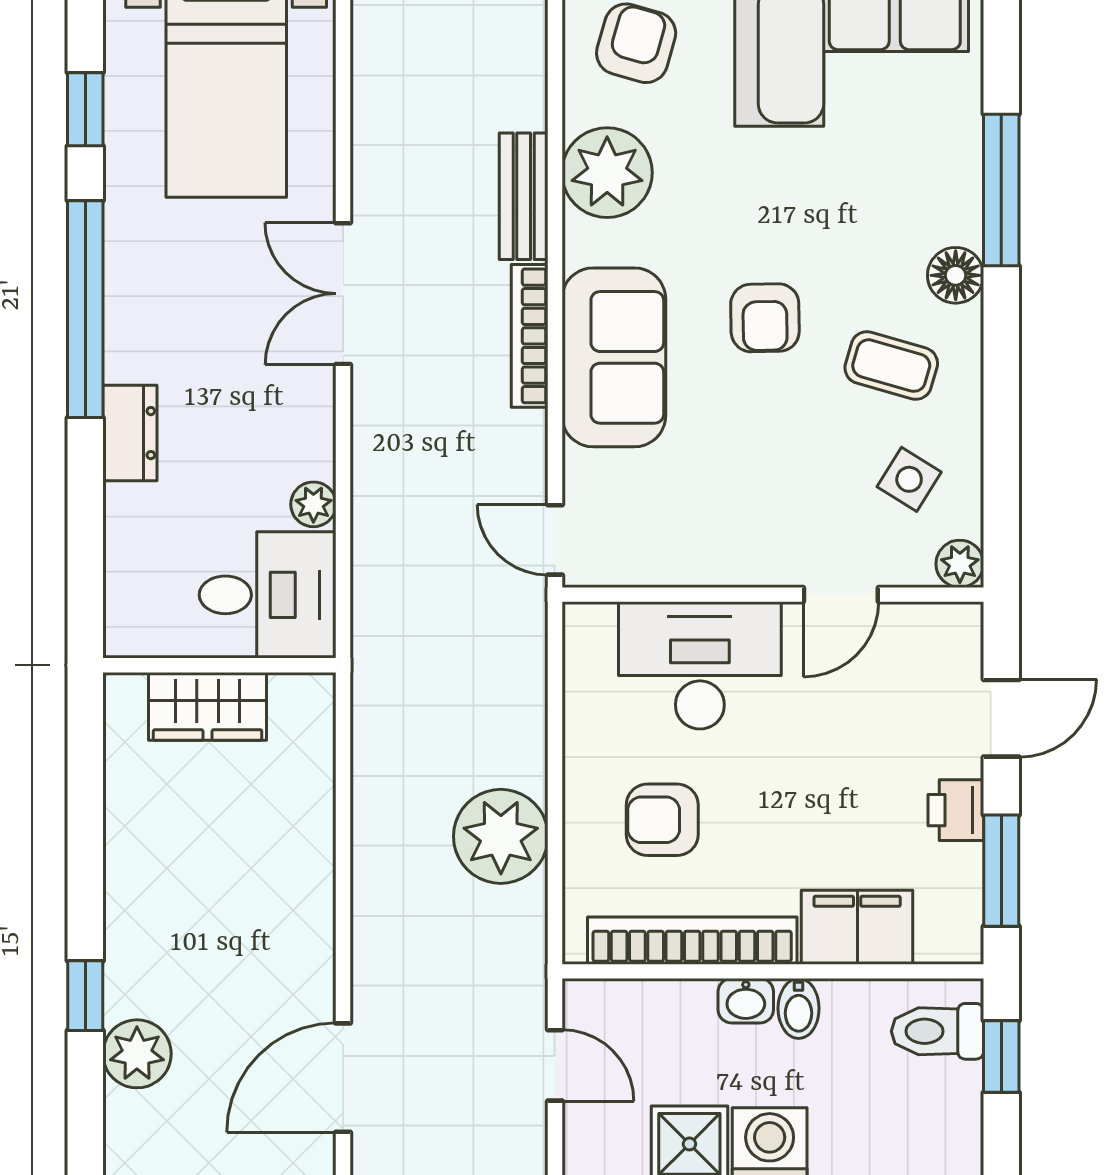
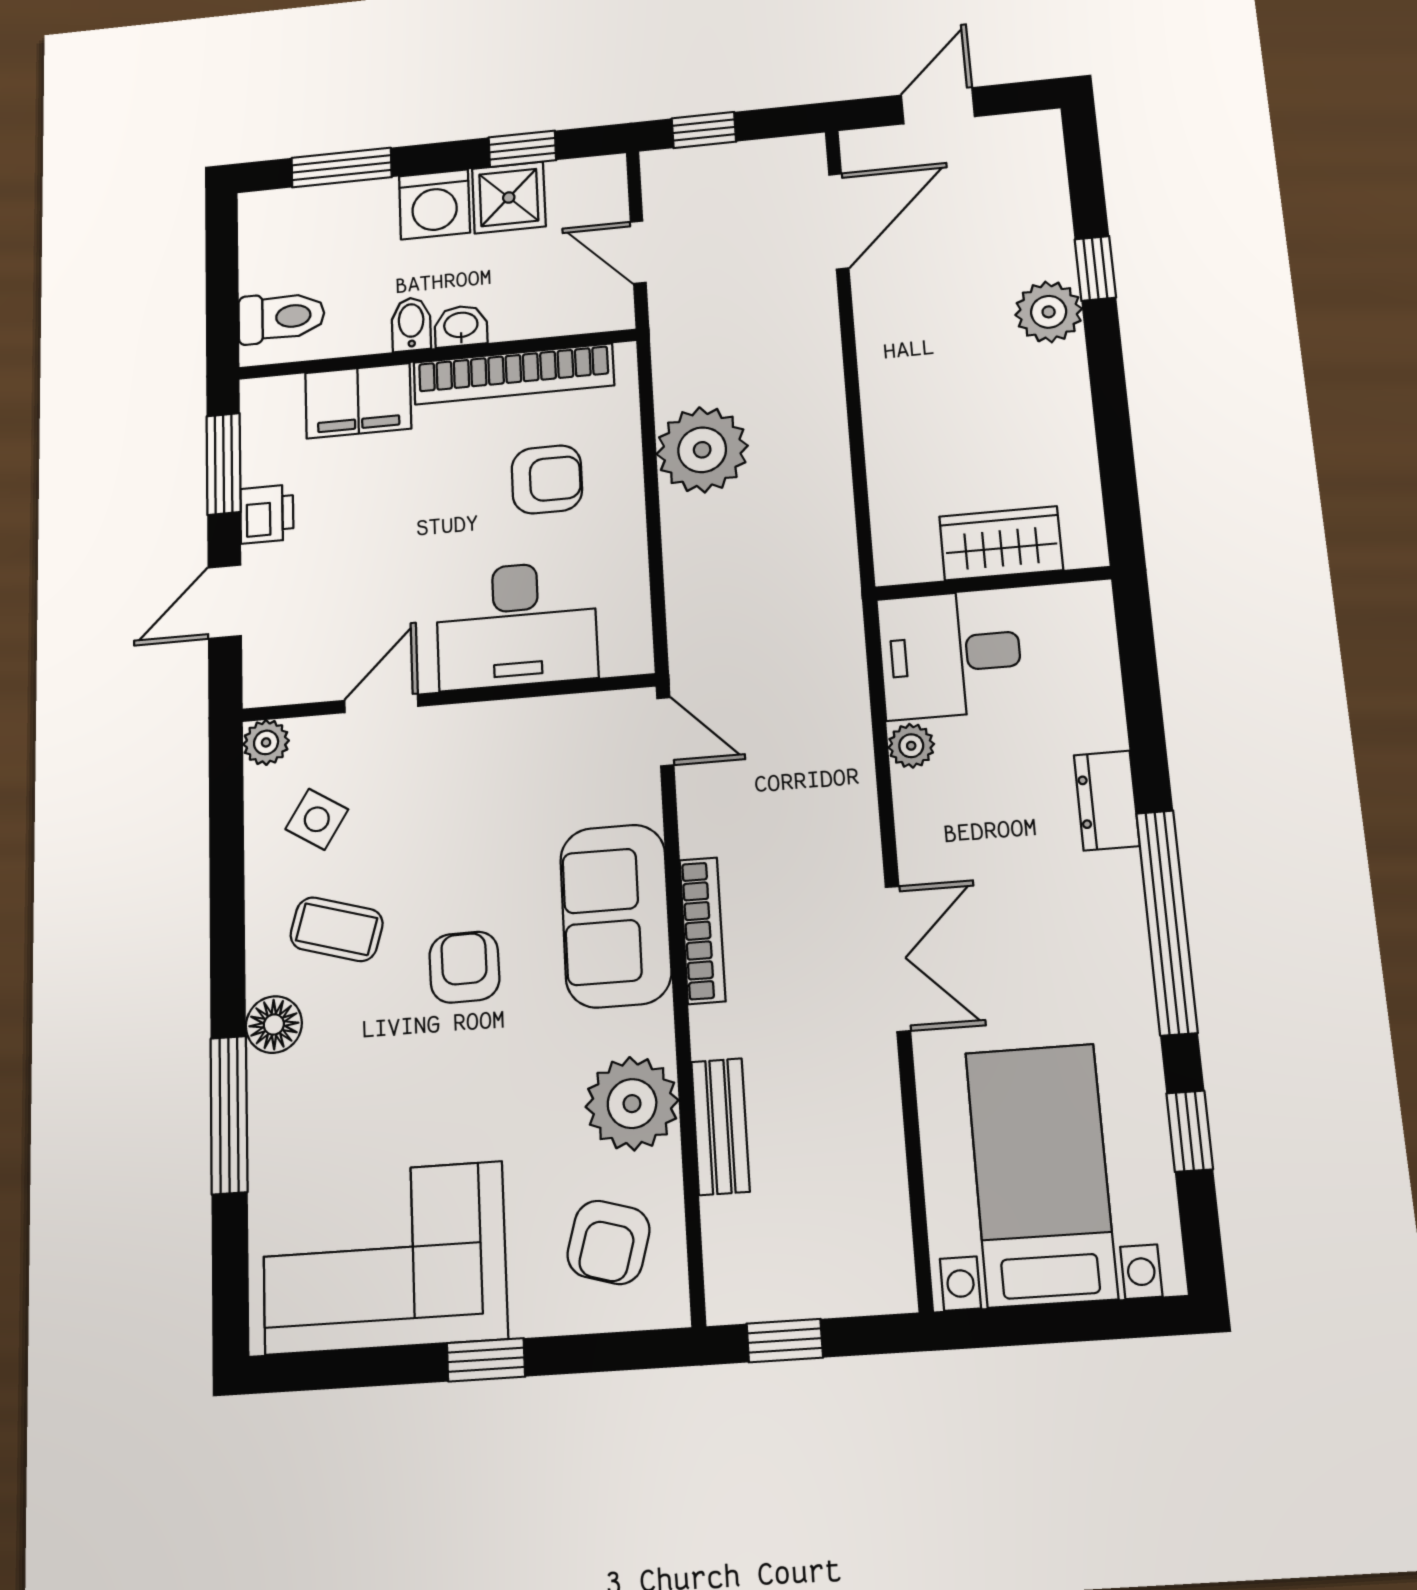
bench: (524, 196) -> (720, 1126), moved
plant: (137, 1054) -> (1049, 312), moved
window: (1001, 1057) -> (222, 301), removed

